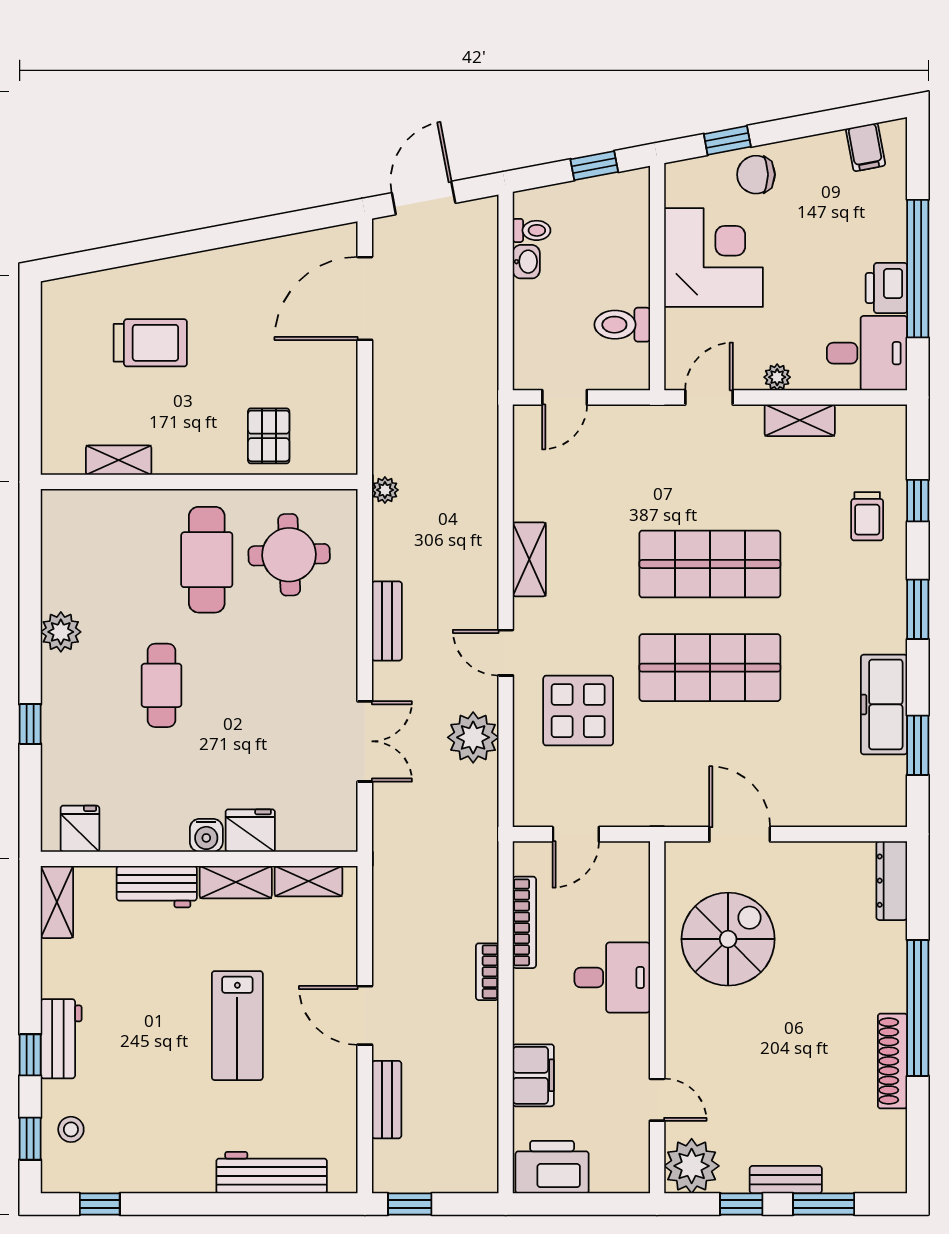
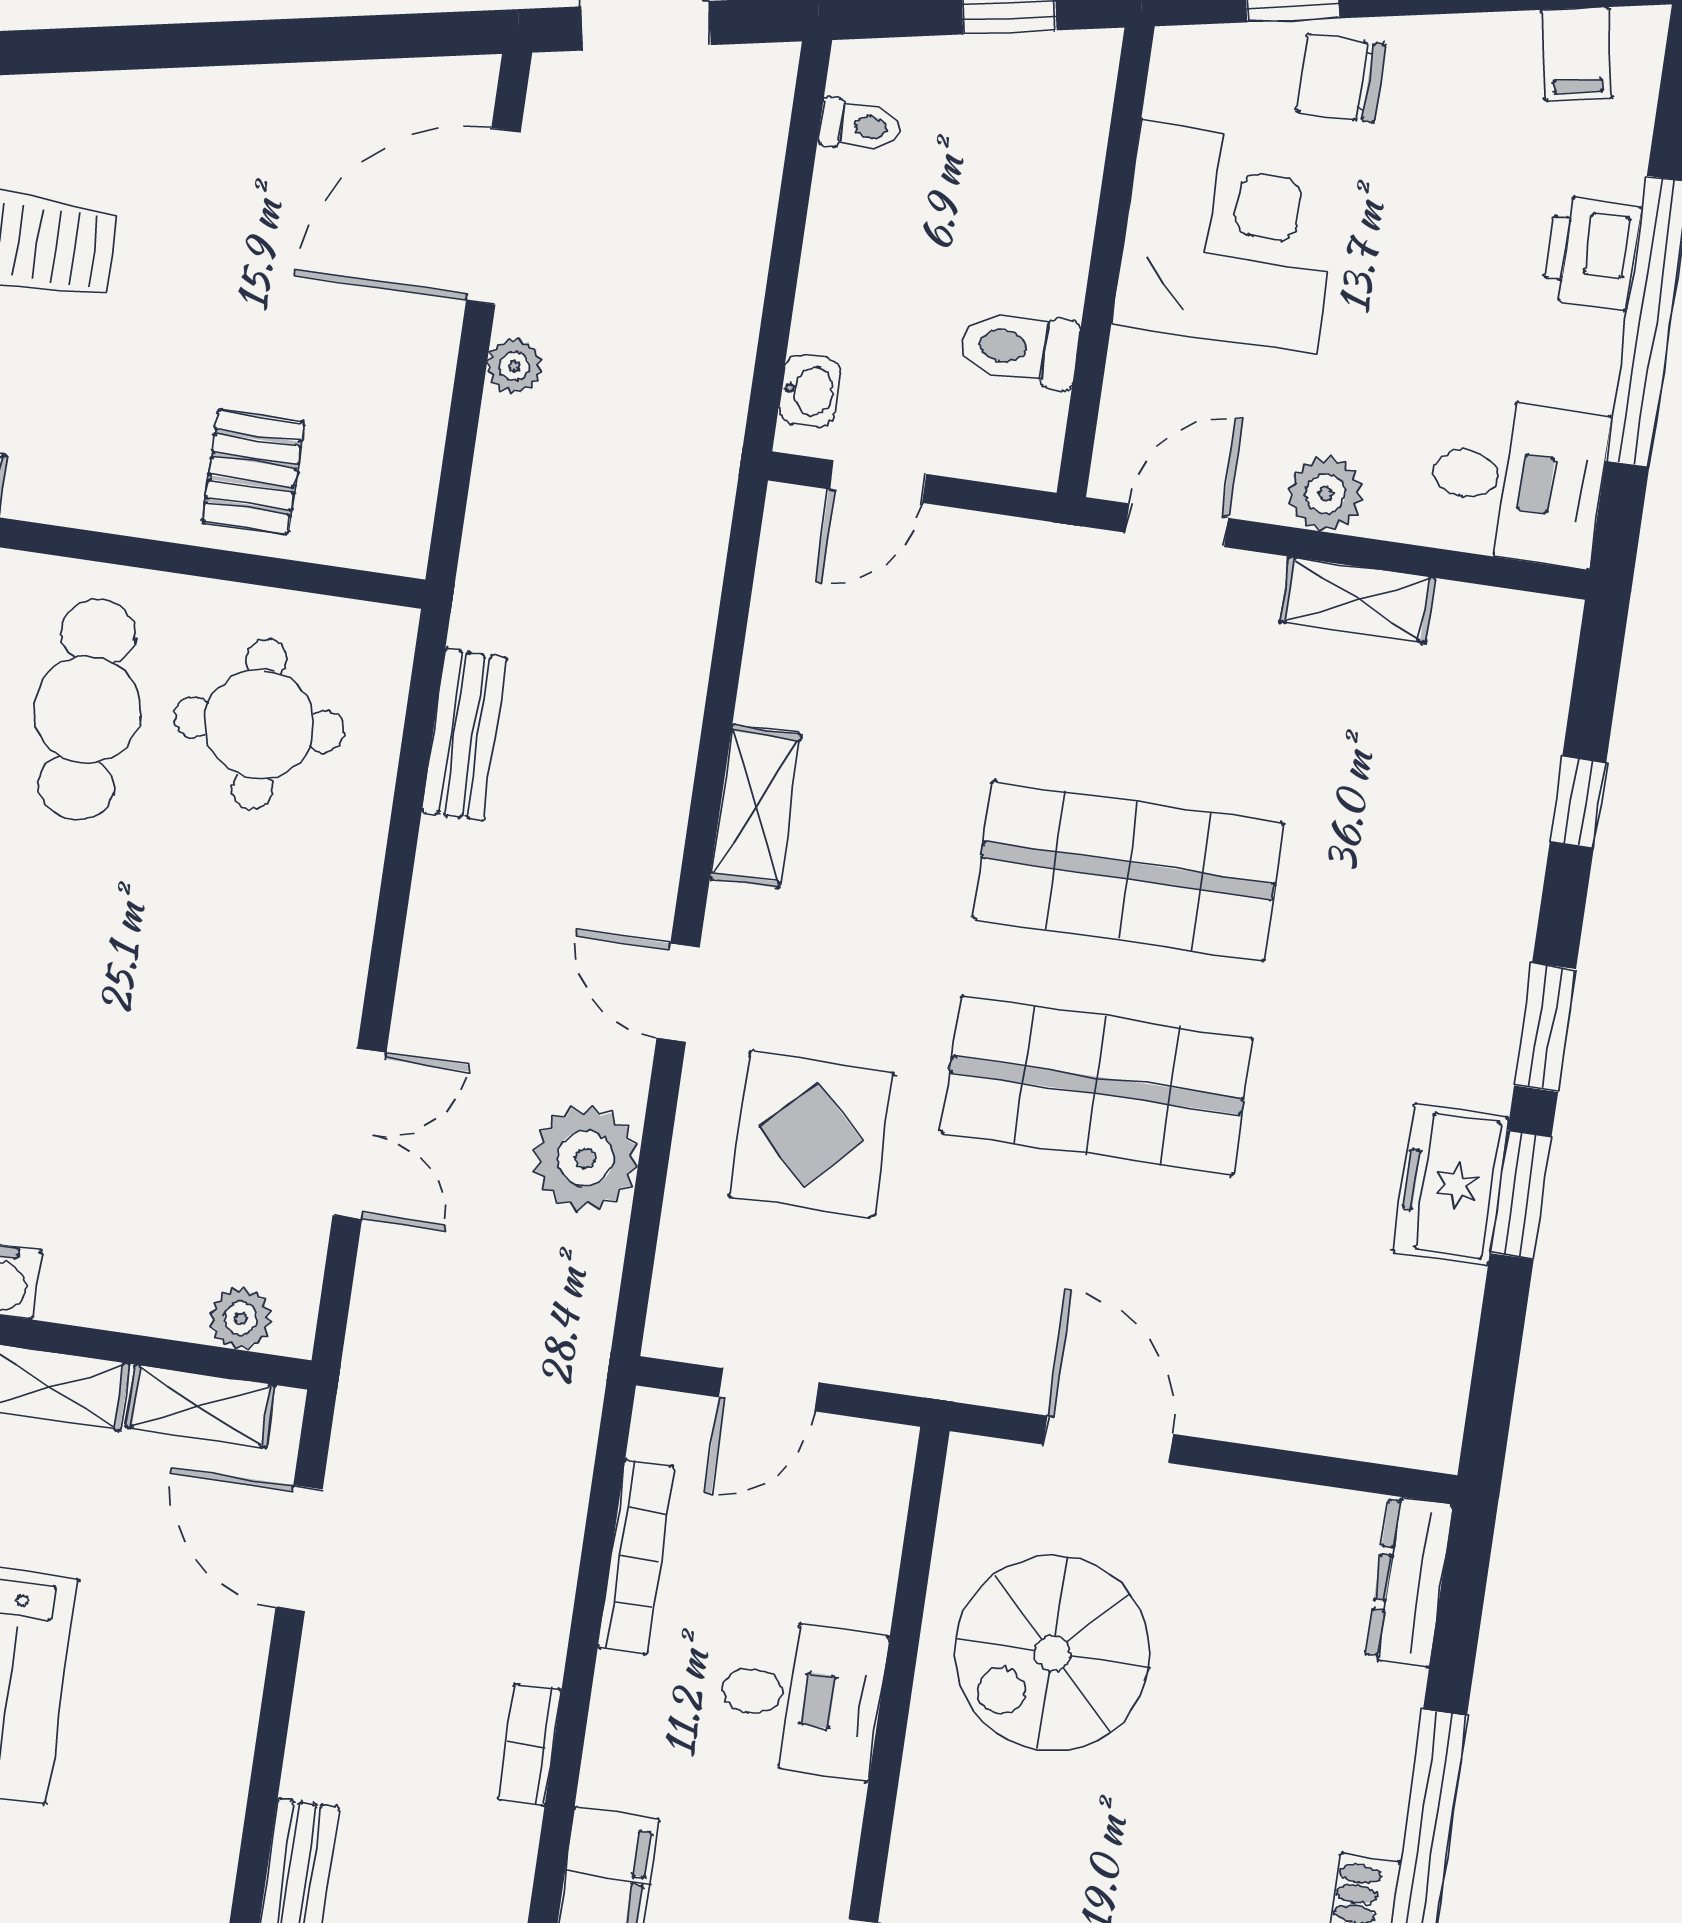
washbasin: (526, 262) -> (810, 391), moved
printer: (886, 288) -> (1592, 253), moved
plant: (777, 377) -> (1326, 494), width x1.38, depth x1.38
plant: (385, 490) -> (514, 366), moved
trolley: (867, 516) -> (1469, 819), removed
bench: (387, 621) -> (465, 735), moved
freezer: (884, 704) -> (1451, 1185), width x0.71
window: (918, 745) -> (1521, 1195), moved
fridge: (250, 831) -> (95, 1284), removed
plant: (321, 837) -> (241, 1318), added
spiral stairs: (728, 939) -> (1052, 1653), turned 180
bookcase: (487, 972) -> (530, 1744), moved
door: (365, 1015) -> (299, 1548), moved

